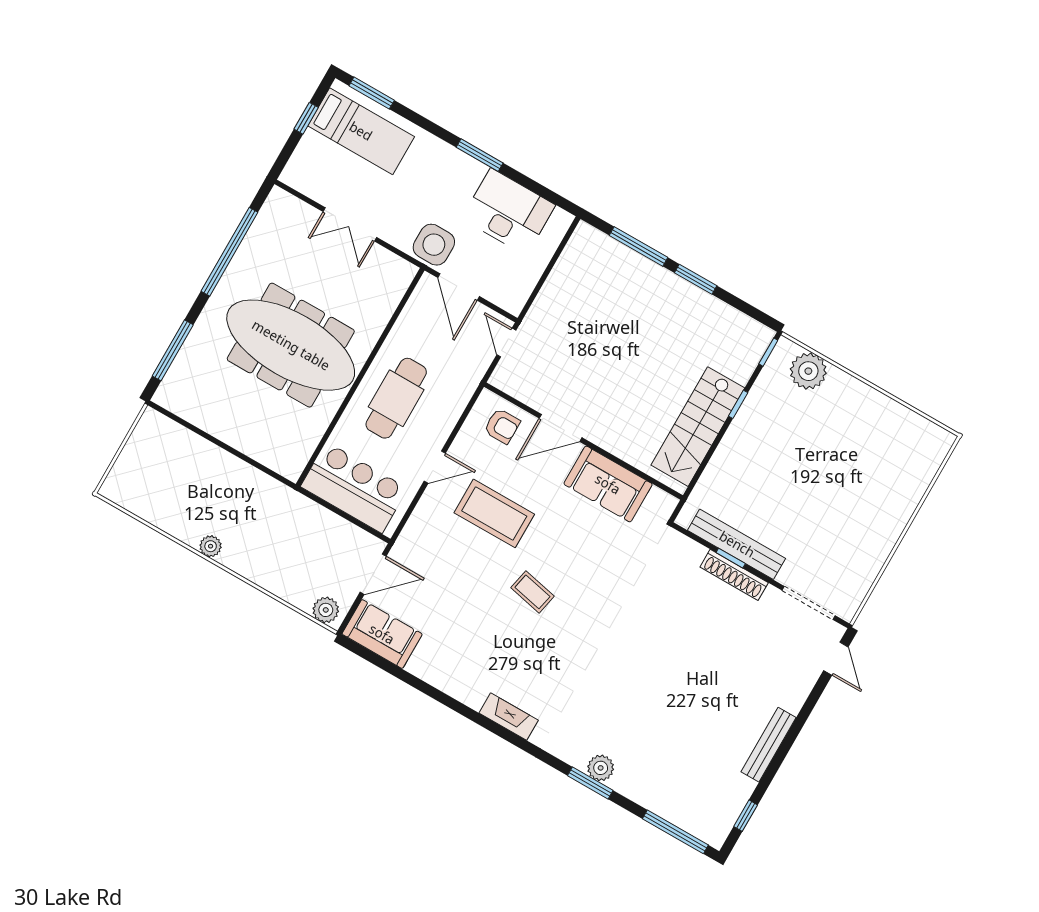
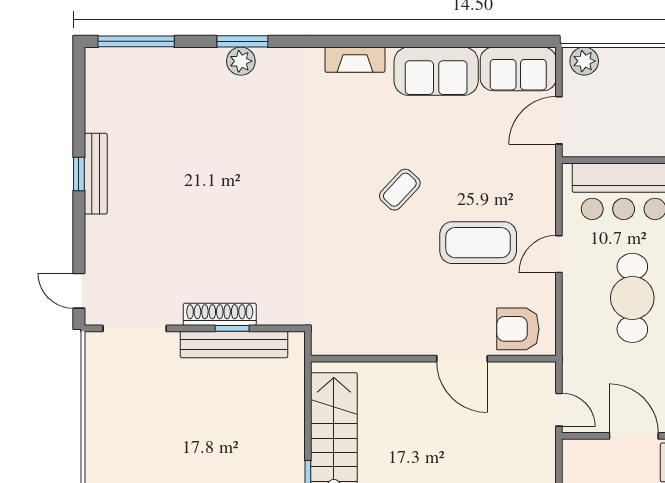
armchair: (502, 426) -> (518, 329), width x1.38, depth x1.38
door: (561, 428) -> (462, 359), swing flipped
sofa: (608, 484) -> (436, 71), moved, turned 180
coffee table: (532, 592) -> (400, 190), turned -59
window: (746, 816) -> (79, 174), moved

